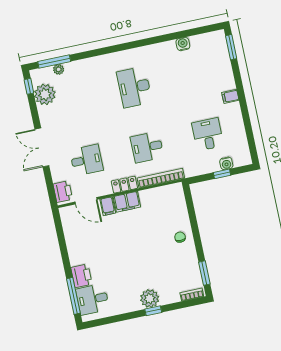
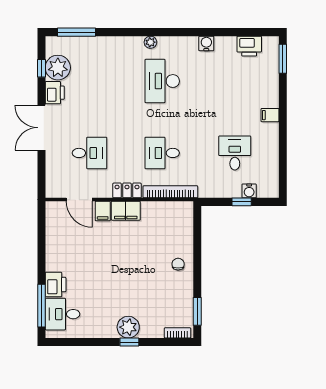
printer: (201, 43) -> (249, 46), added
water cooler: (183, 44) -> (206, 43), moved
plant: (59, 69) -> (150, 42), moved
window: (29, 86) -> (41, 68), moved
printer: (63, 192) -> (55, 93), moved

